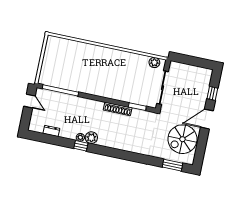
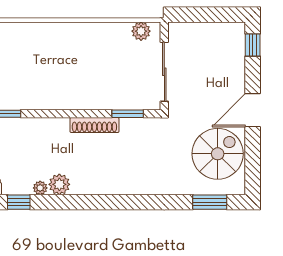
window: (212, 93) -> (253, 45), moved
spiral stairs: (182, 139) -> (218, 154), turned 180
window: (81, 146) -> (19, 202), moved

